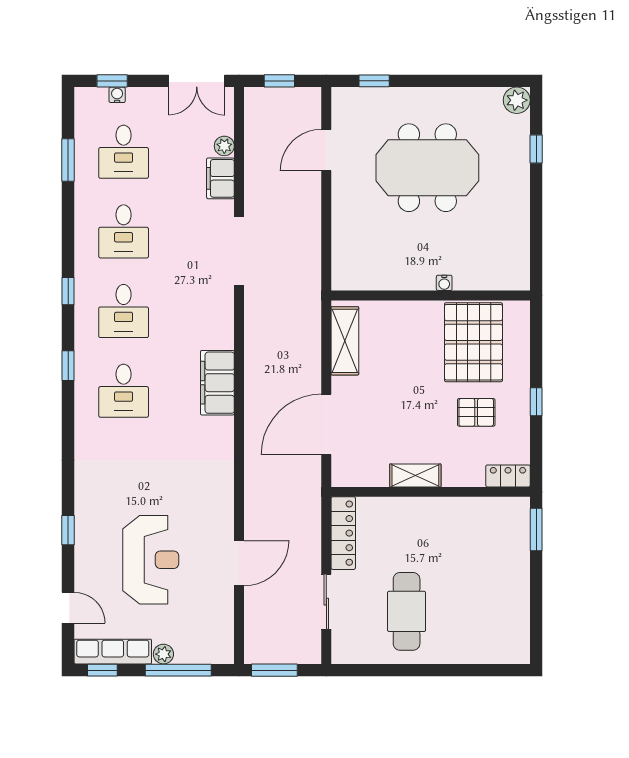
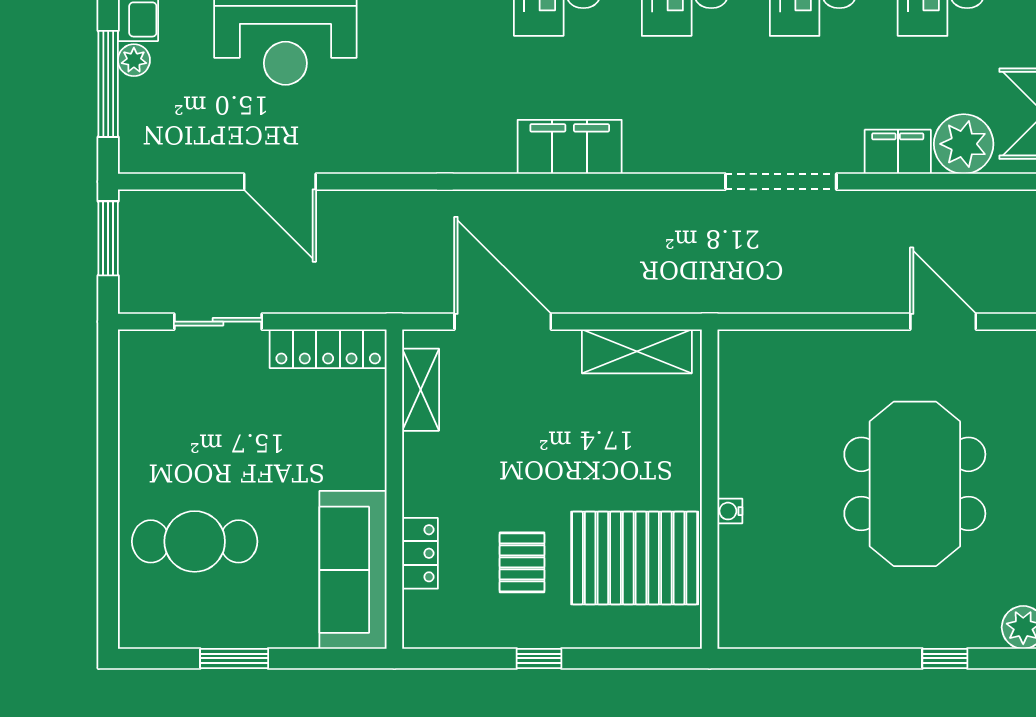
plant: (224, 146) -> (964, 144), width x1.87, depth x1.87
shelving: (415, 476) -> (421, 390), moved
locker: (508, 476) -> (420, 553), moved
sofa: (481, 518) -> (353, 570), added
window: (536, 529) -> (234, 658), moved
cafe table: (407, 611) -> (195, 541), moved

